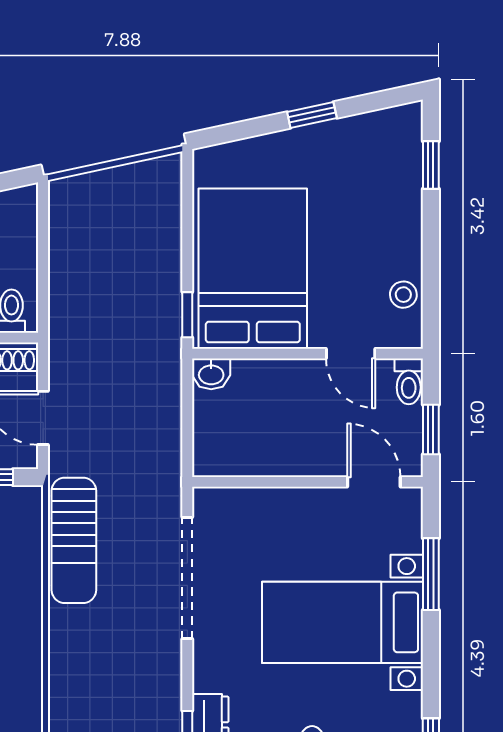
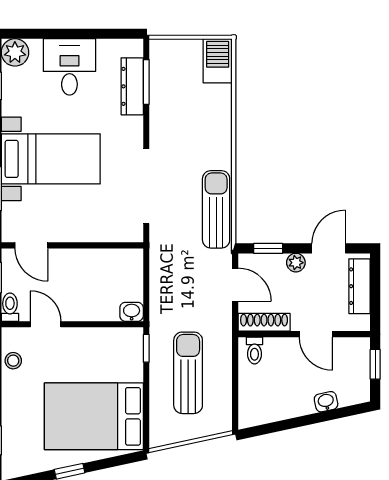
bed: (253, 269) -> (94, 416), moved, turned 90
sun lounger: (119, 275) -> (188, 373), added

